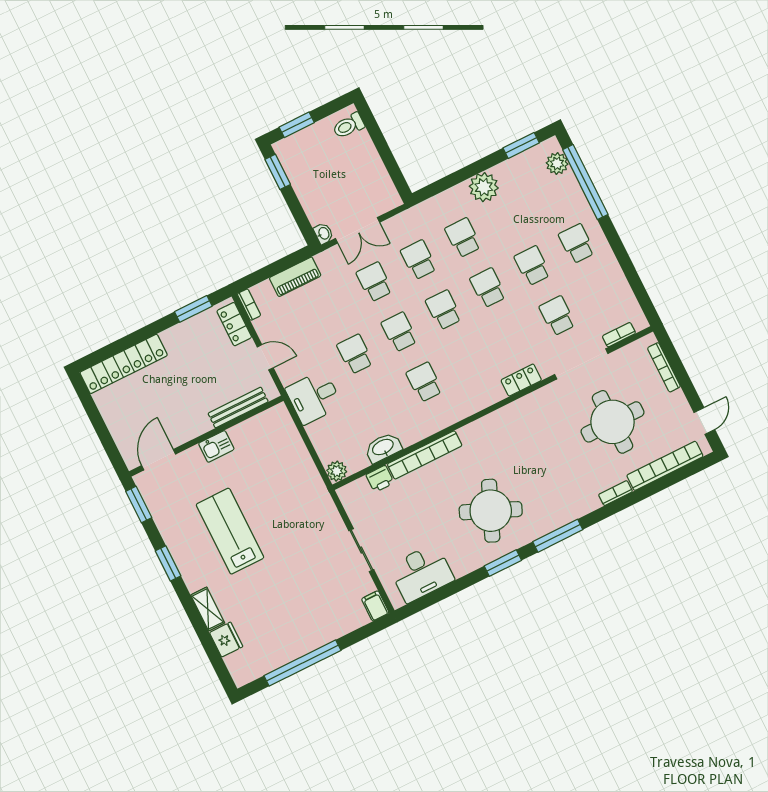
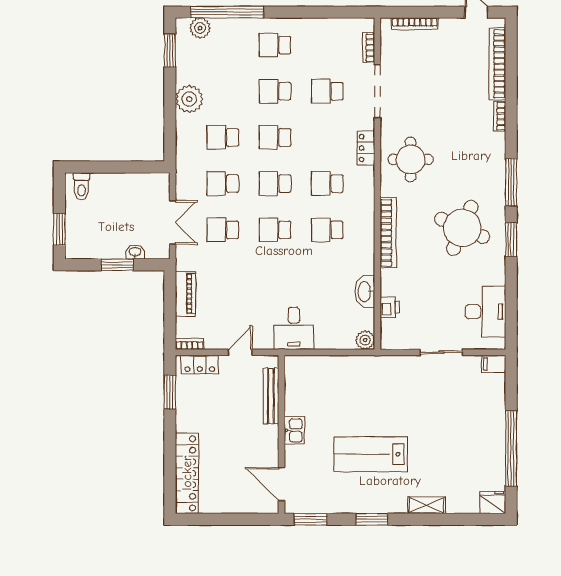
window: (278, 172) -> (117, 265), moved
washbasin: (323, 233) -> (135, 252), moved
school desk: (355, 354) -> (327, 184), moved
round table: (612, 422) -> (411, 159), moved, width x0.73, depth x0.73
bookcase: (425, 455) -> (388, 233), moved
fridge: (226, 640) -> (493, 503), moved

